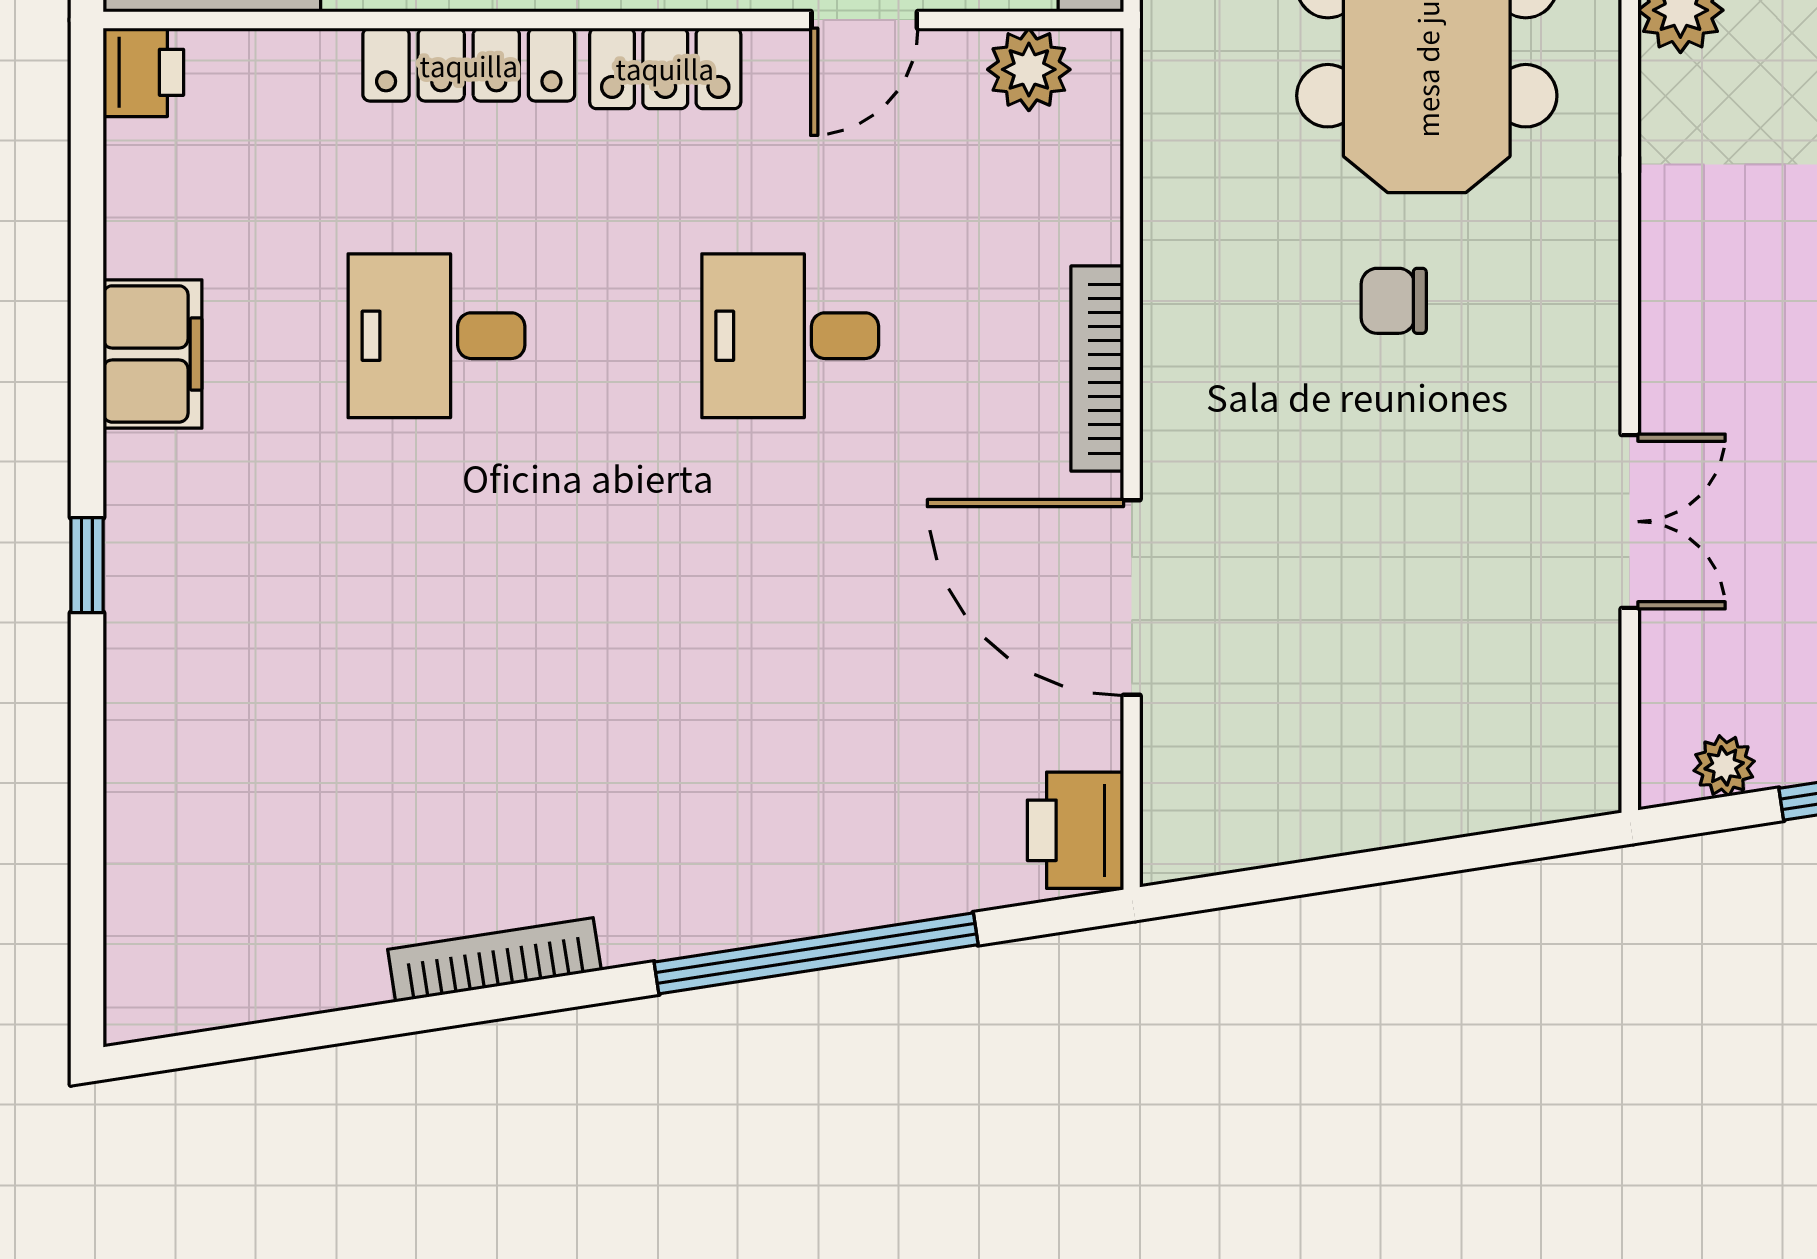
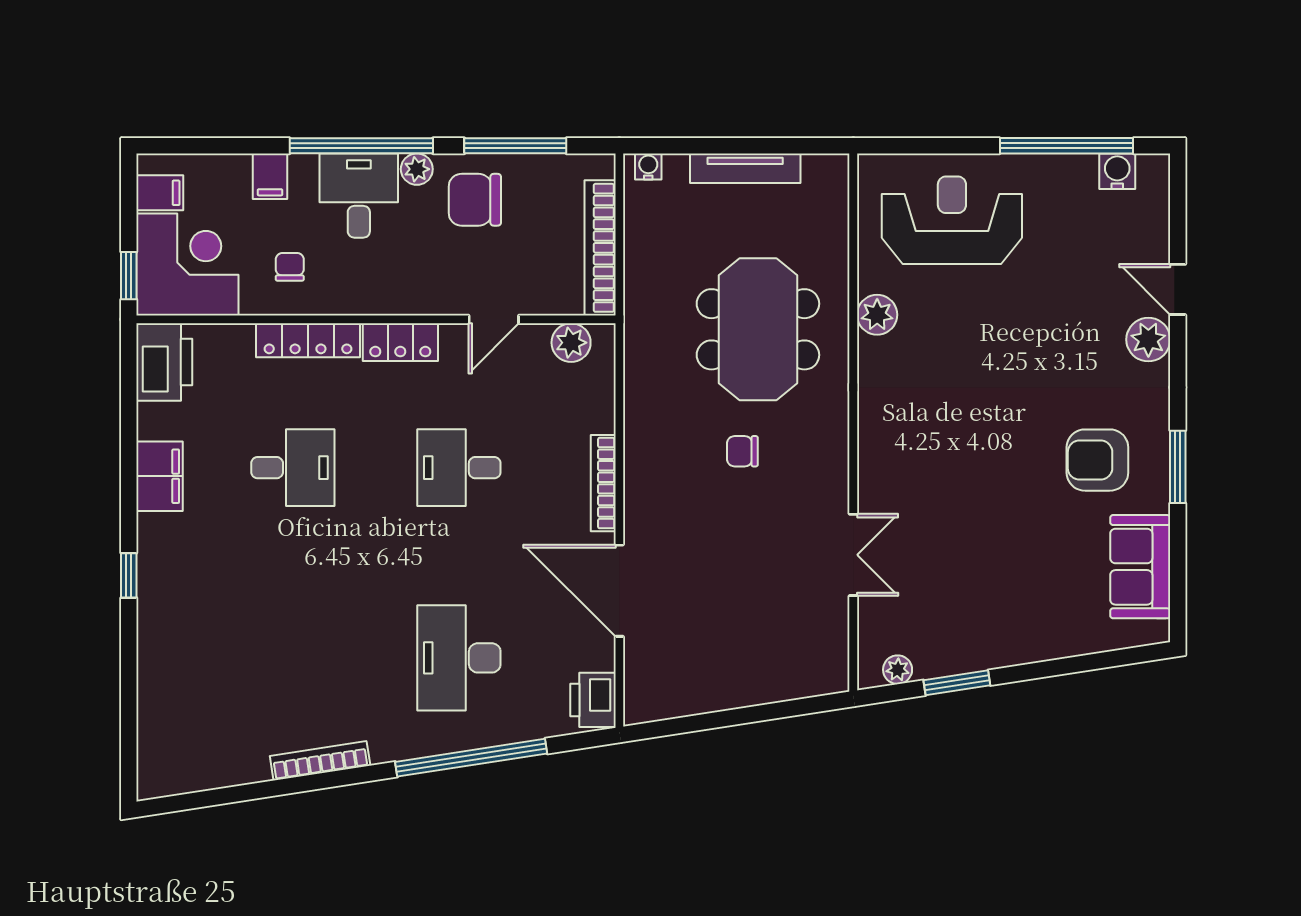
printer: (143, 72) -> (164, 362), width x1.87, depth x1.48
desk: (436, 336) -> (293, 468), turned 180
desk: (790, 741) -> (459, 658), added

